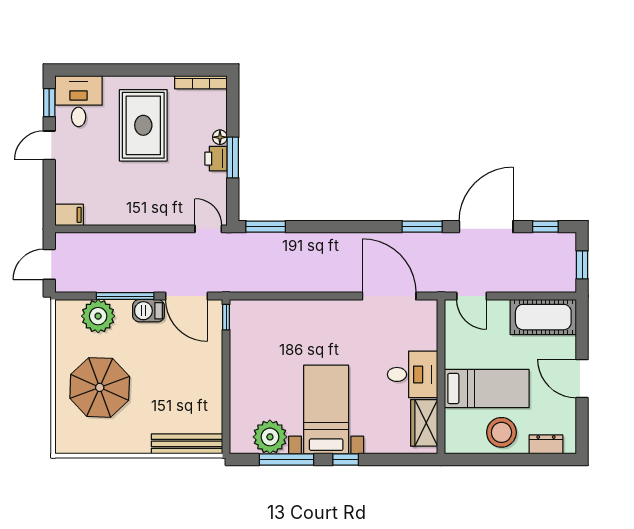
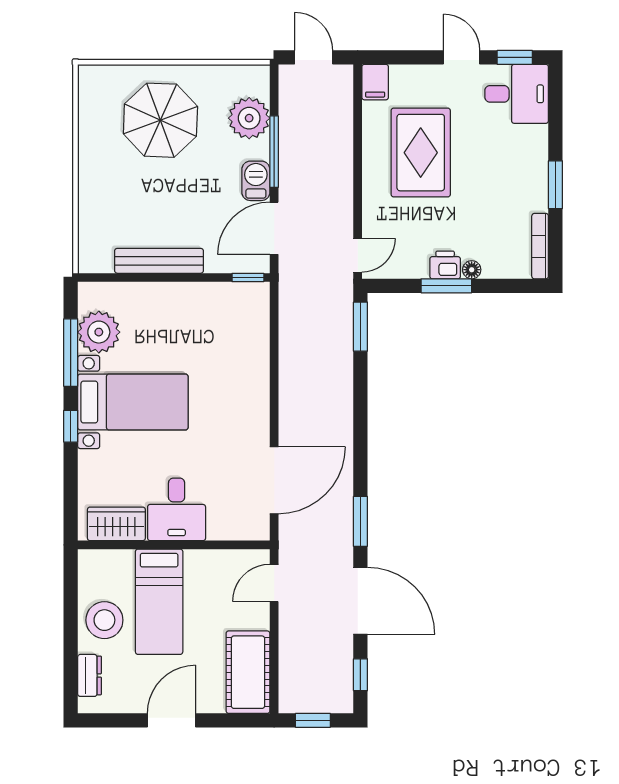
window: (152, 70) -> (555, 185), added
rug: (143, 125) -> (421, 153), moved, turned 90
bench: (187, 444) -> (159, 261), moved, turned 90

